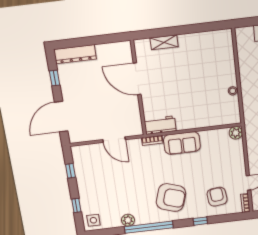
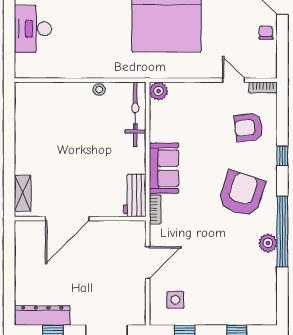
shelving: (164, 42) -> (23, 193), moved
dresser: (75, 54) -> (42, 315), moved, turned -90
bicycle: (218, 119) -> (135, 114), added
side table: (93, 220) -> (175, 300), moved
plant: (128, 220) -> (268, 243), moved

